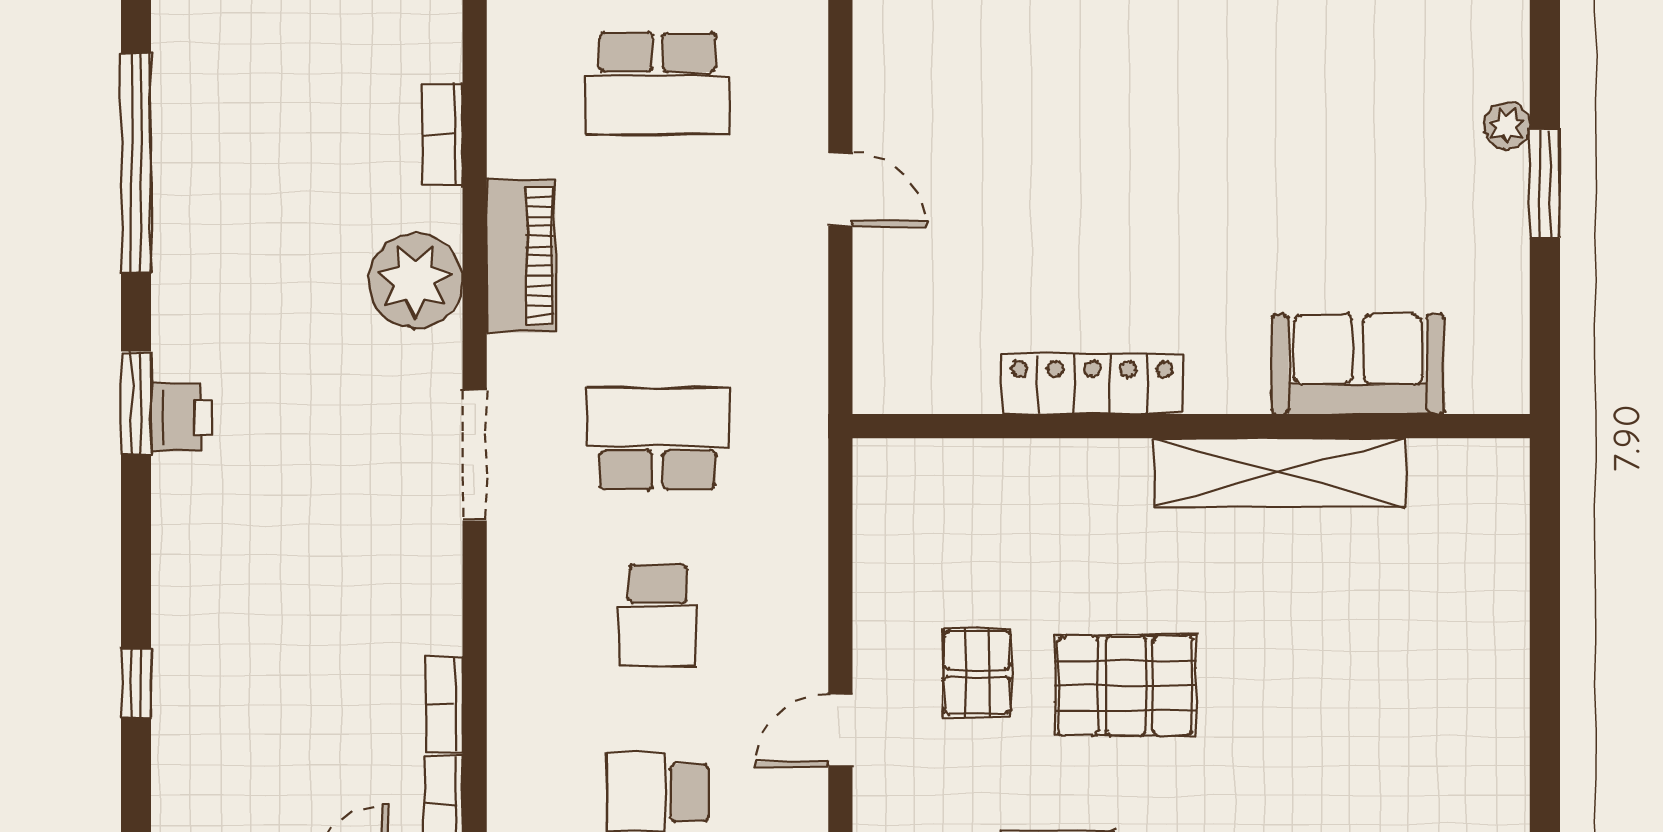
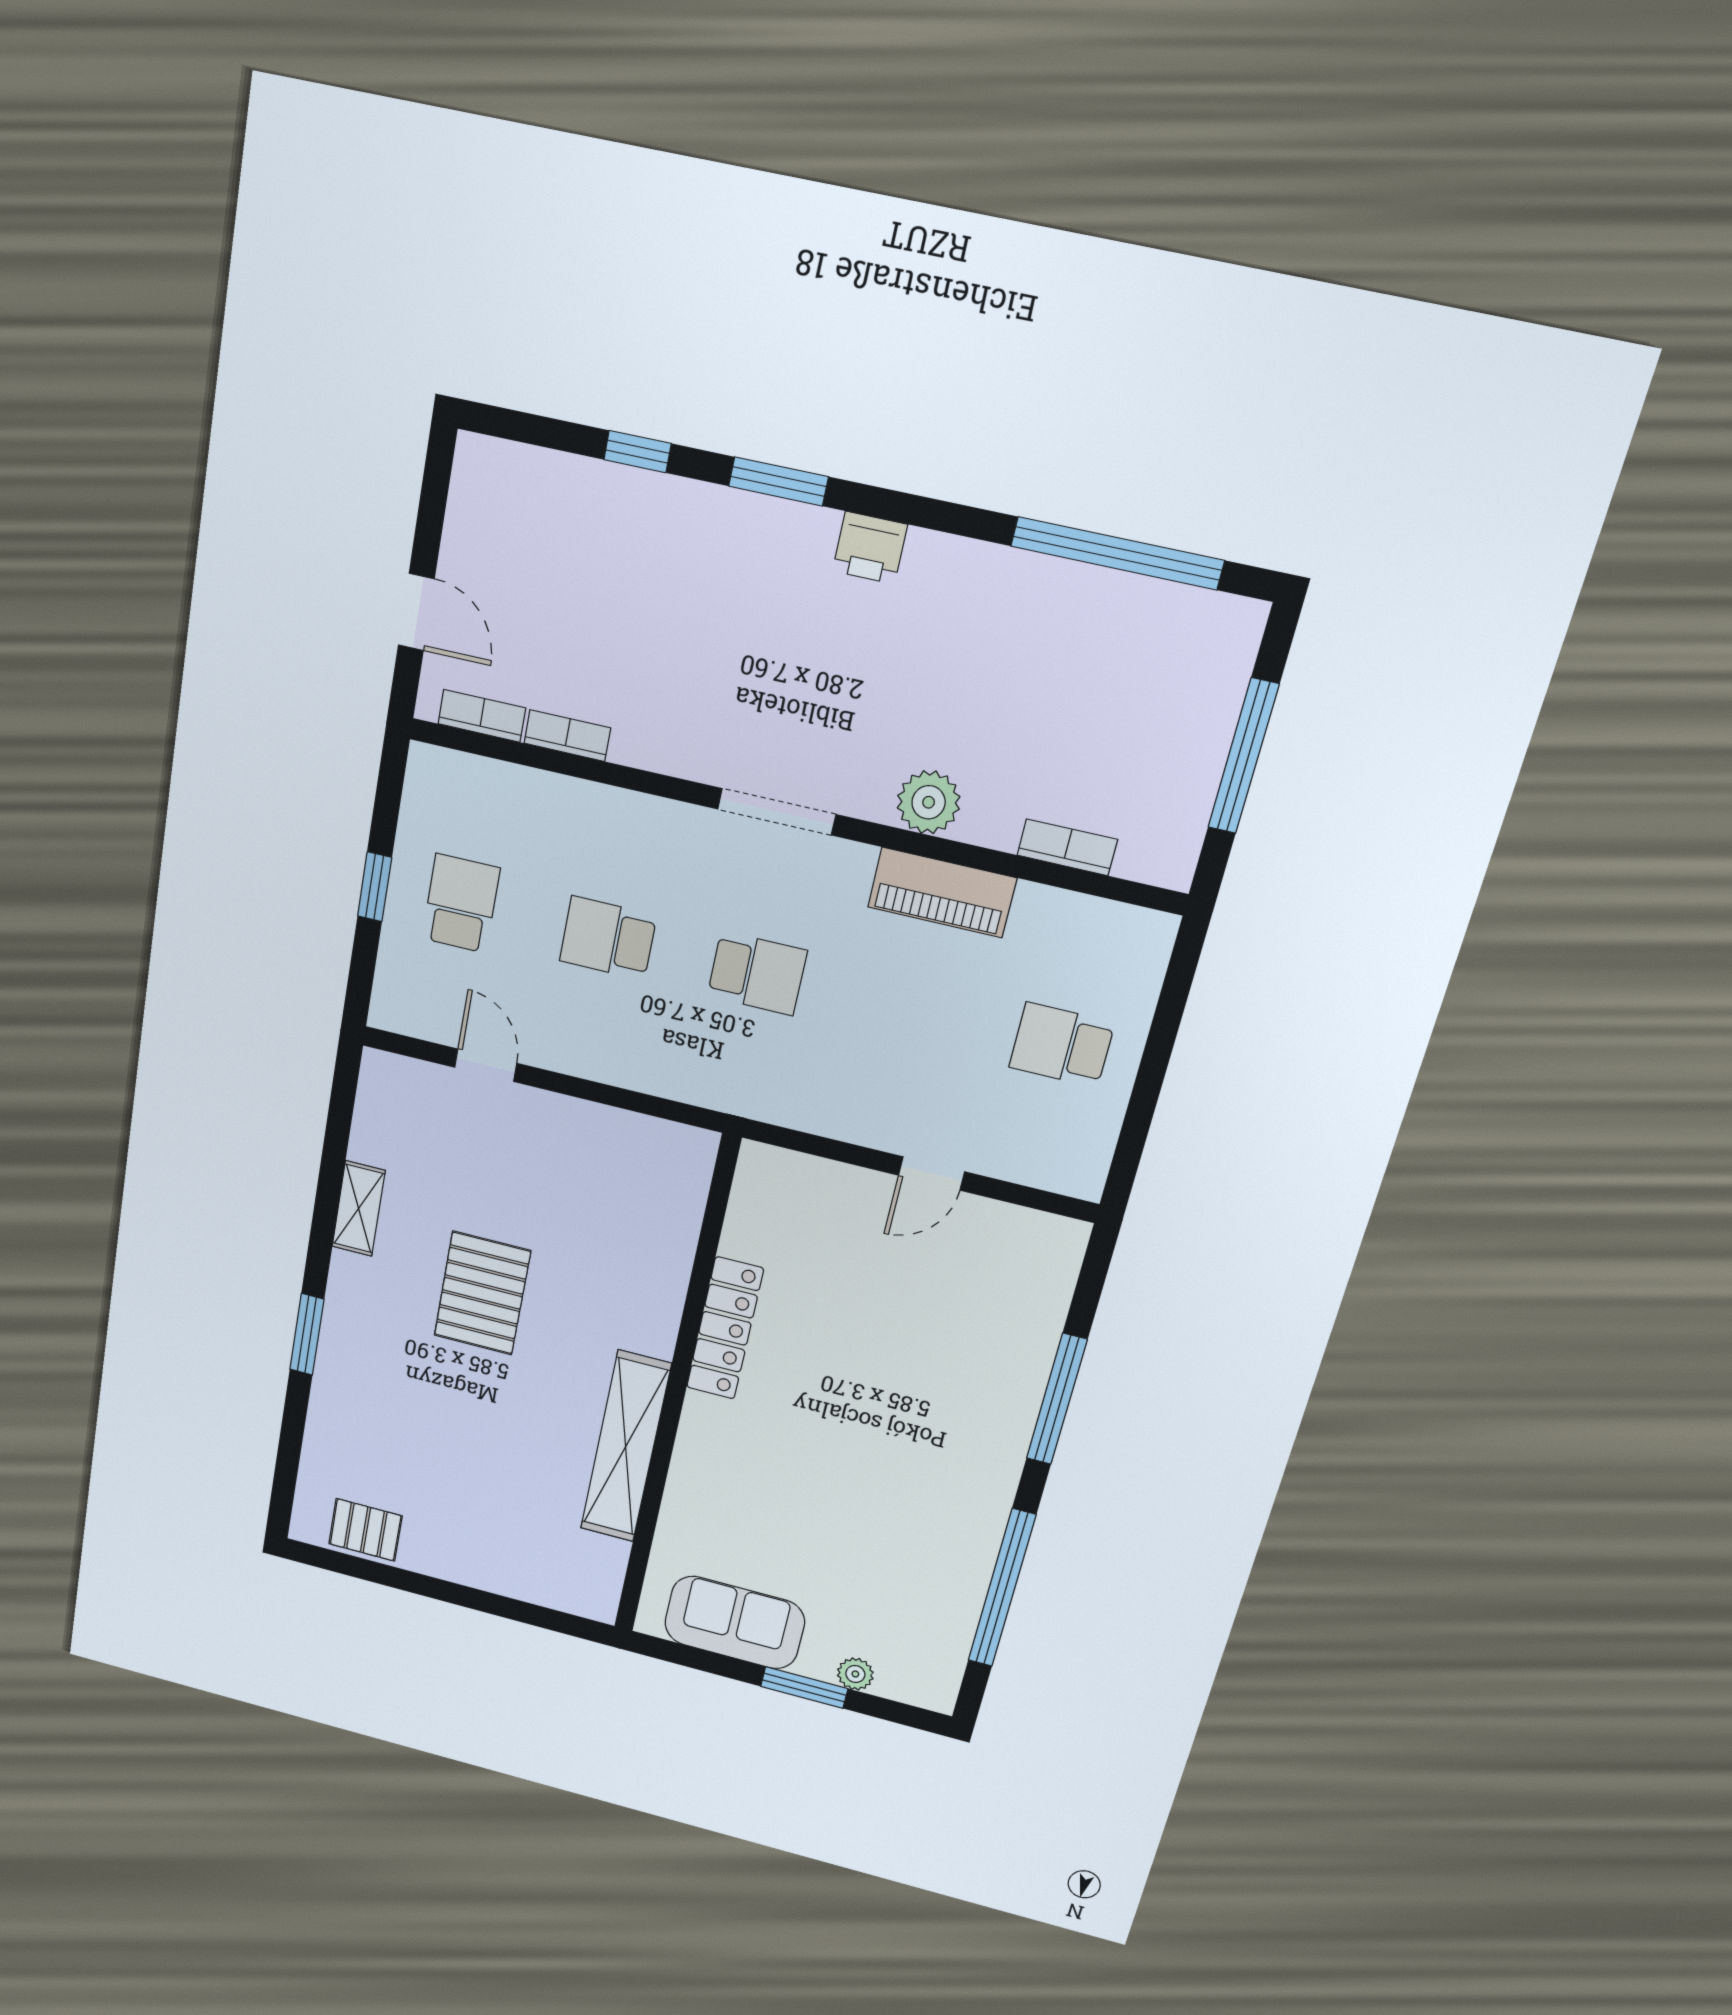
school desk: (658, 84) -> (1062, 1045), width x0.54
plant: (415, 281) -> (929, 802), width x0.73, depth x0.73
sofa: (1358, 364) -> (734, 1623), moved, turned -90
window: (136, 403) -> (778, 481), moved
school desk: (658, 438) -> (757, 973), width x0.54
pallet: (977, 673) -> (365, 1530), moved

